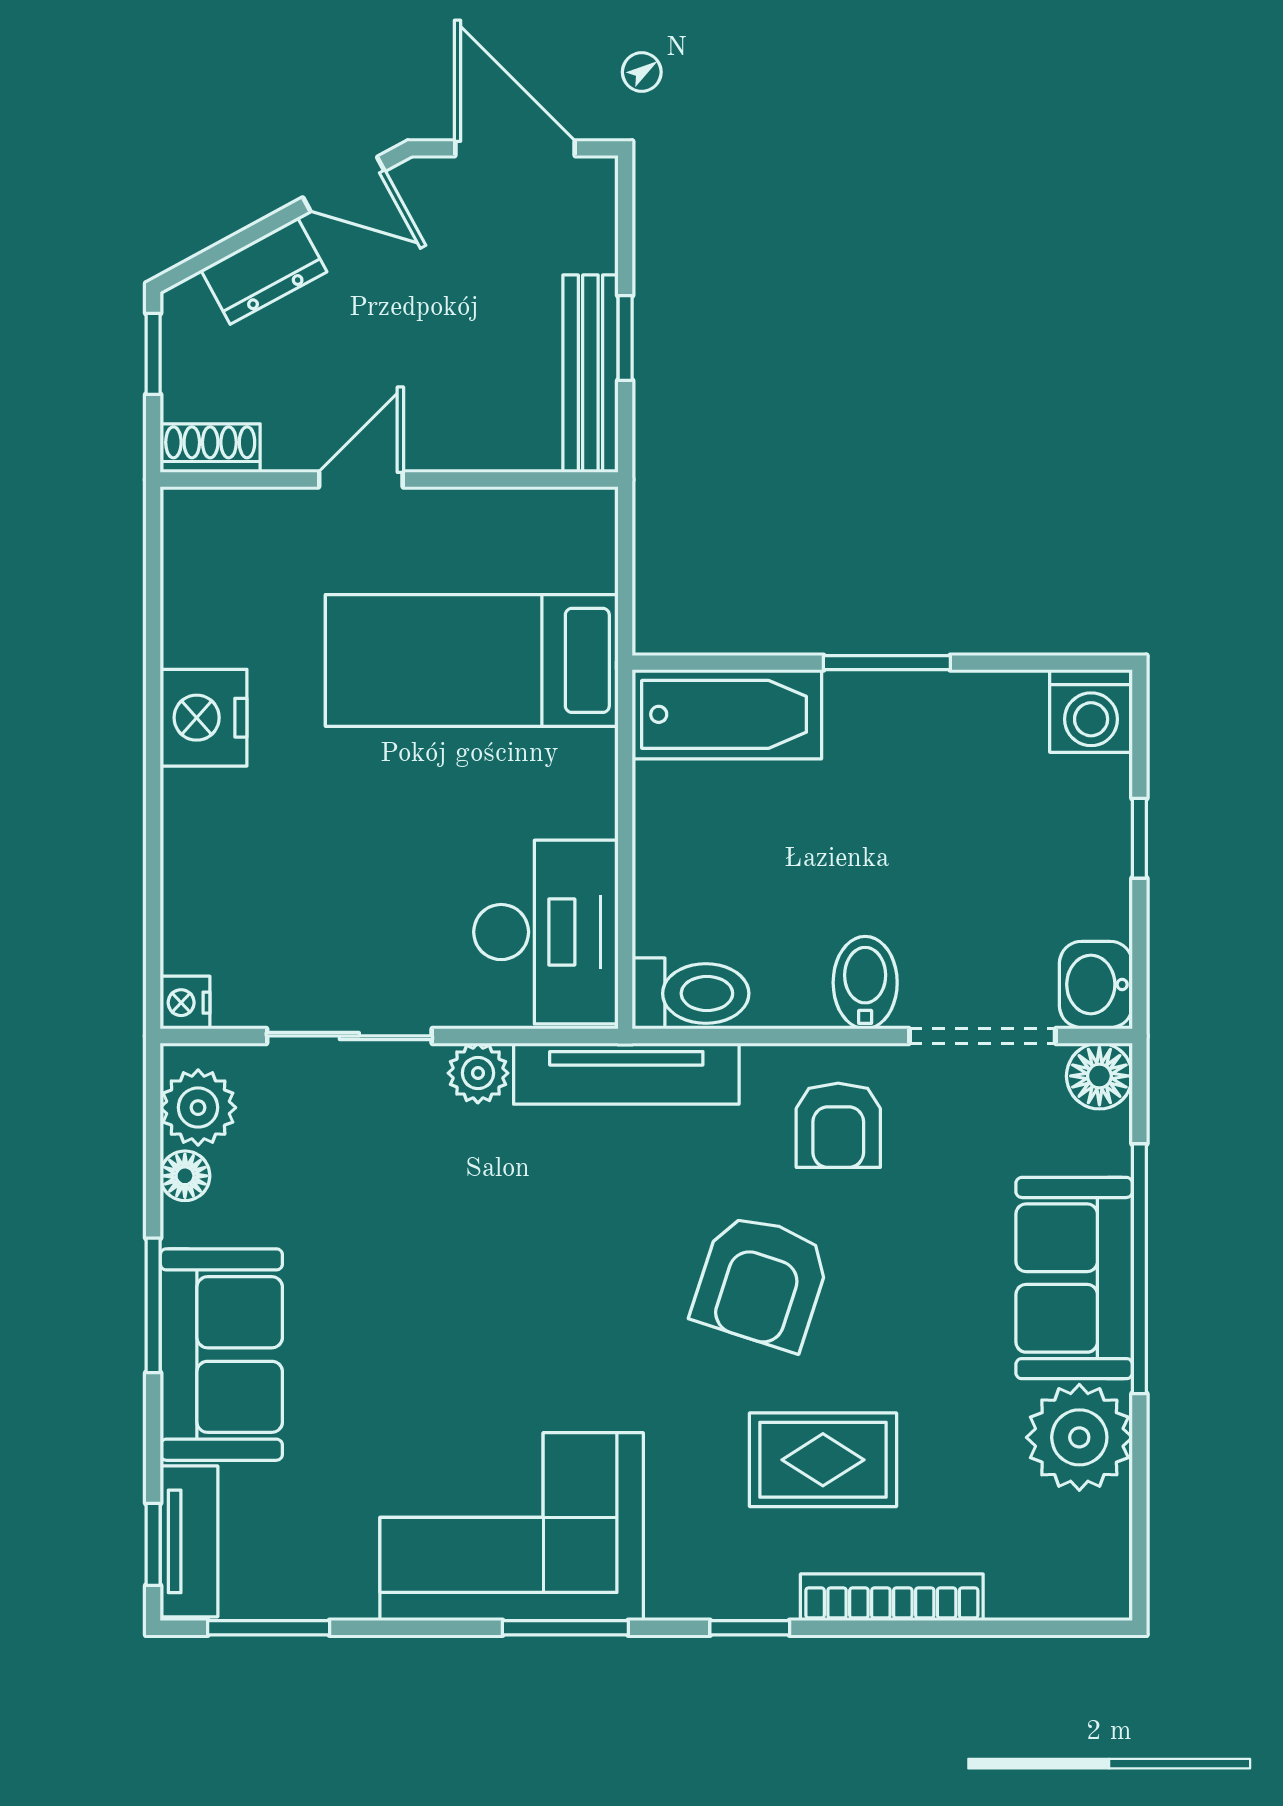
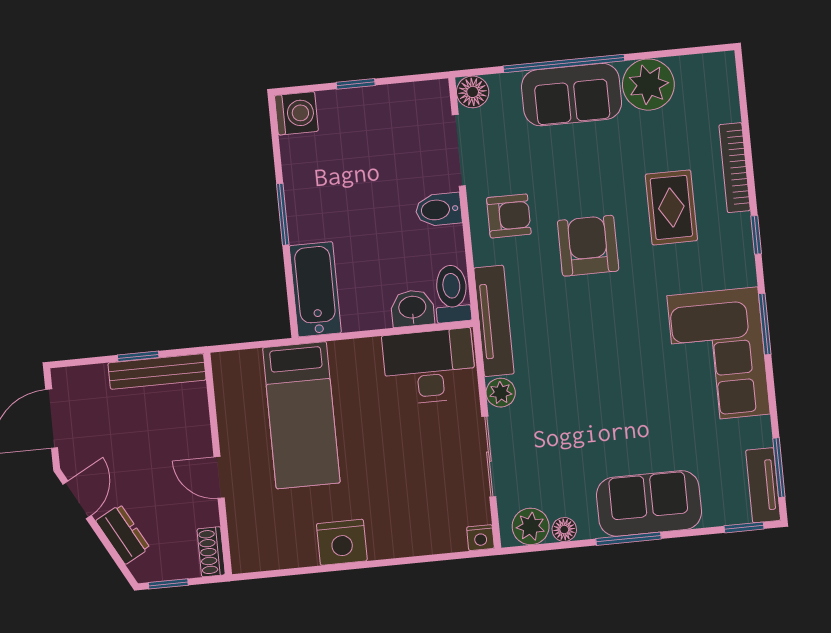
washbasin: (1096, 984) -> (412, 308), moved, turned 180
armchair: (761, 1281) -> (588, 246), turned -108
tv unit: (189, 1541) -> (763, 485), moved, turned -90

